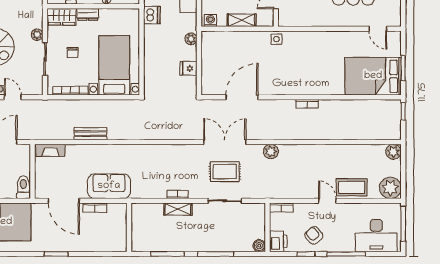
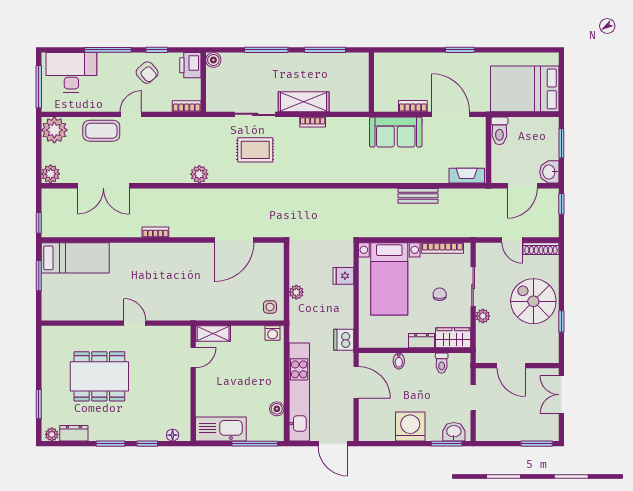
shelving: (242, 20) -> (213, 334), moved
door: (378, 29) -> (135, 323), moved
plant: (191, 39) -> (296, 292), moved
side table: (276, 39) -> (270, 307), moved
fridge: (188, 68) -> (343, 276), moved, turned 180
bed: (373, 76) -> (75, 258), width x0.67
double door: (225, 142) -> (103, 186), moved
door: (327, 201) -> (131, 114), swing flipped
shelving: (178, 209) -> (304, 102), width x1.50, depth x1.33

